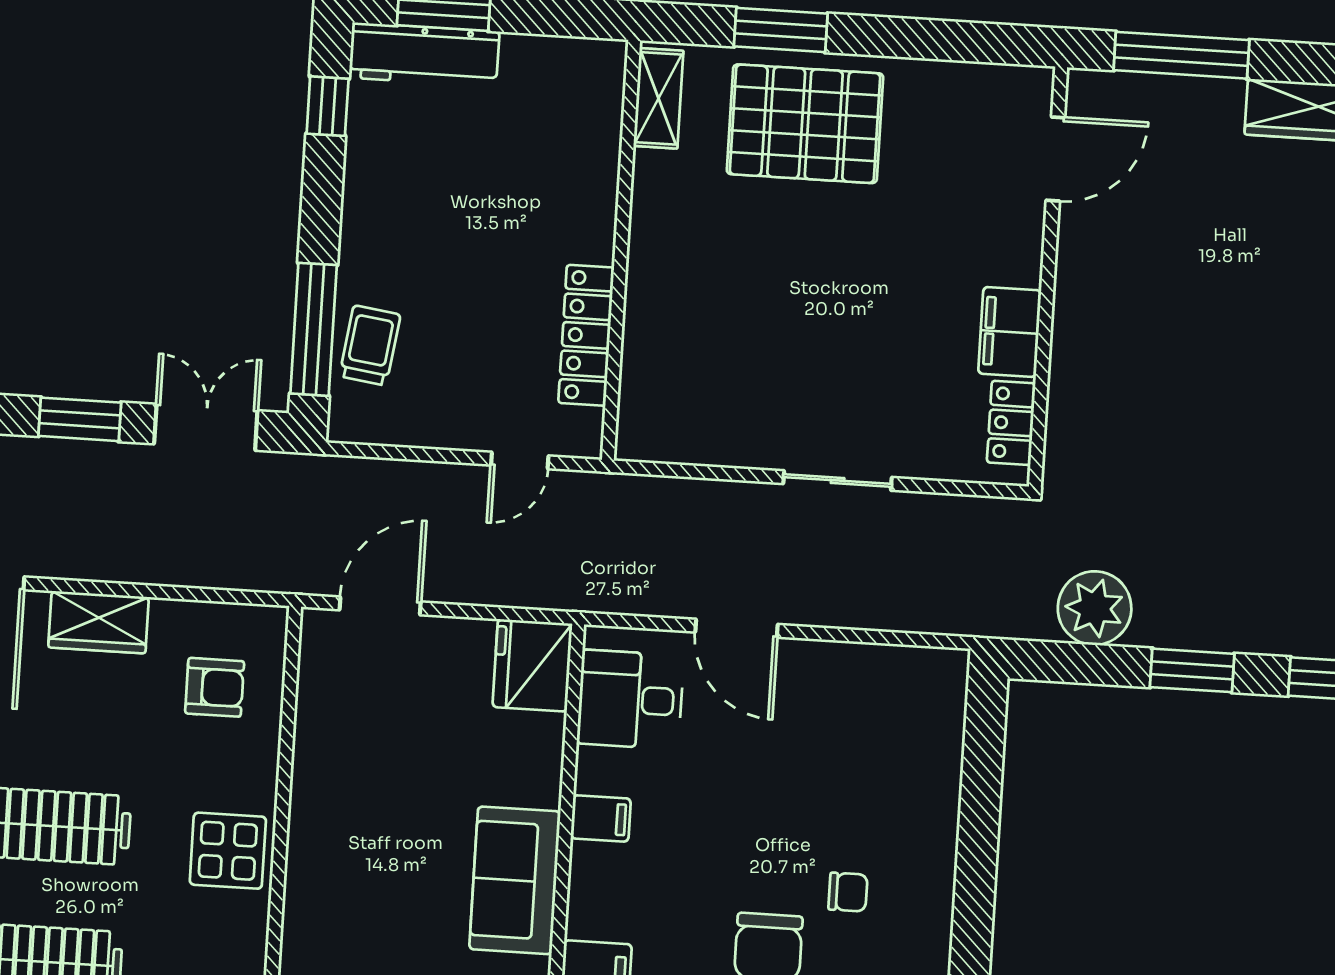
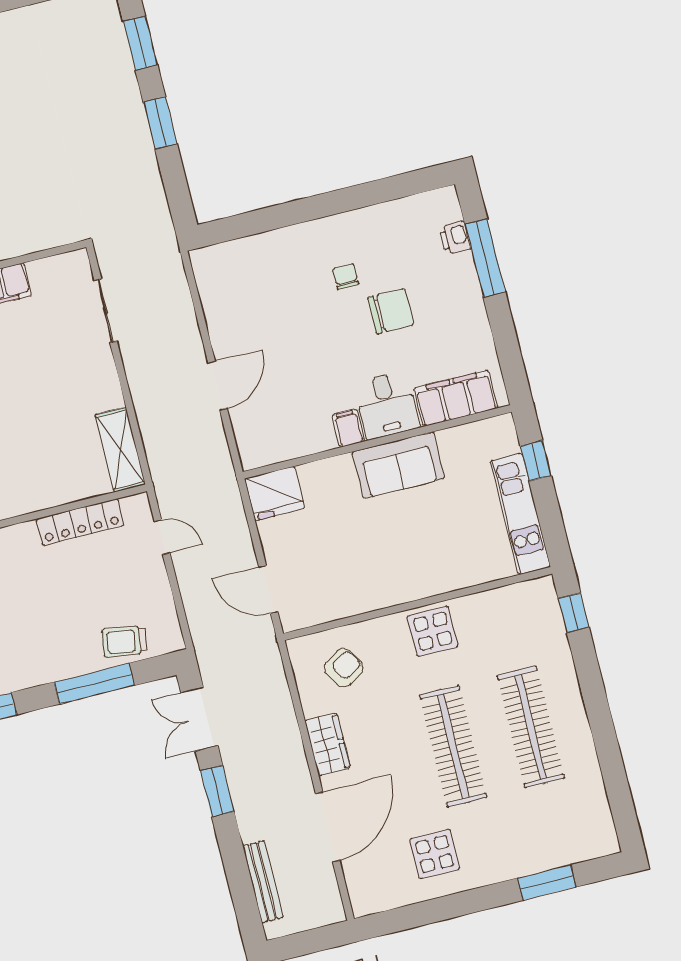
window: (314, 329) -> (94, 684), moved
locker: (1011, 423) -> (54, 268), removed
shelving: (683, 438) -> (120, 450), added
sliding door: (838, 481) -> (106, 311), moved
plant: (1095, 608) -> (143, 189), removed
armchair: (215, 687) -> (343, 668), turned 58
desk: (630, 699) -> (387, 405), moved

